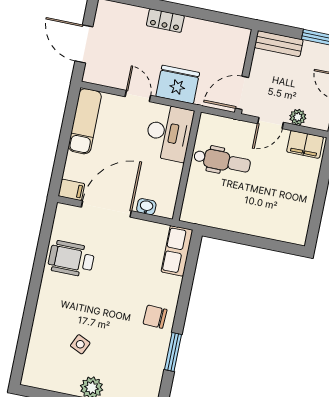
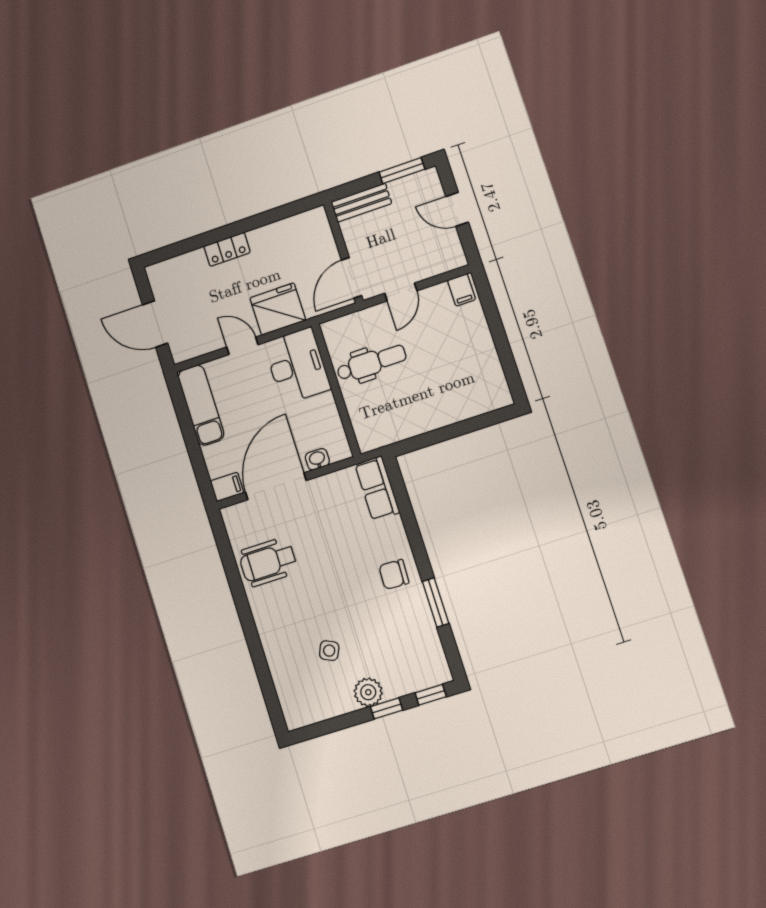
plant: (298, 117) -> (427, 269), removed
filing cabinet: (305, 144) -> (461, 290), width x0.50

